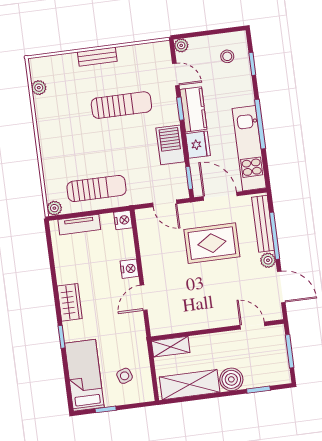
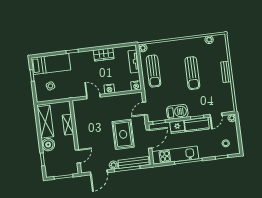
sun lounger: (121, 105) -> (192, 73), moved
wardrobe: (70, 302) -> (104, 54), moved
shelving: (171, 347) -> (68, 125), moved

